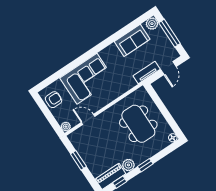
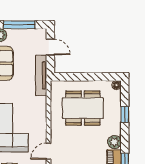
tv unit: (147, 72) -> (41, 75), width x1.41
window: (145, 165) -> (125, 114), moved

